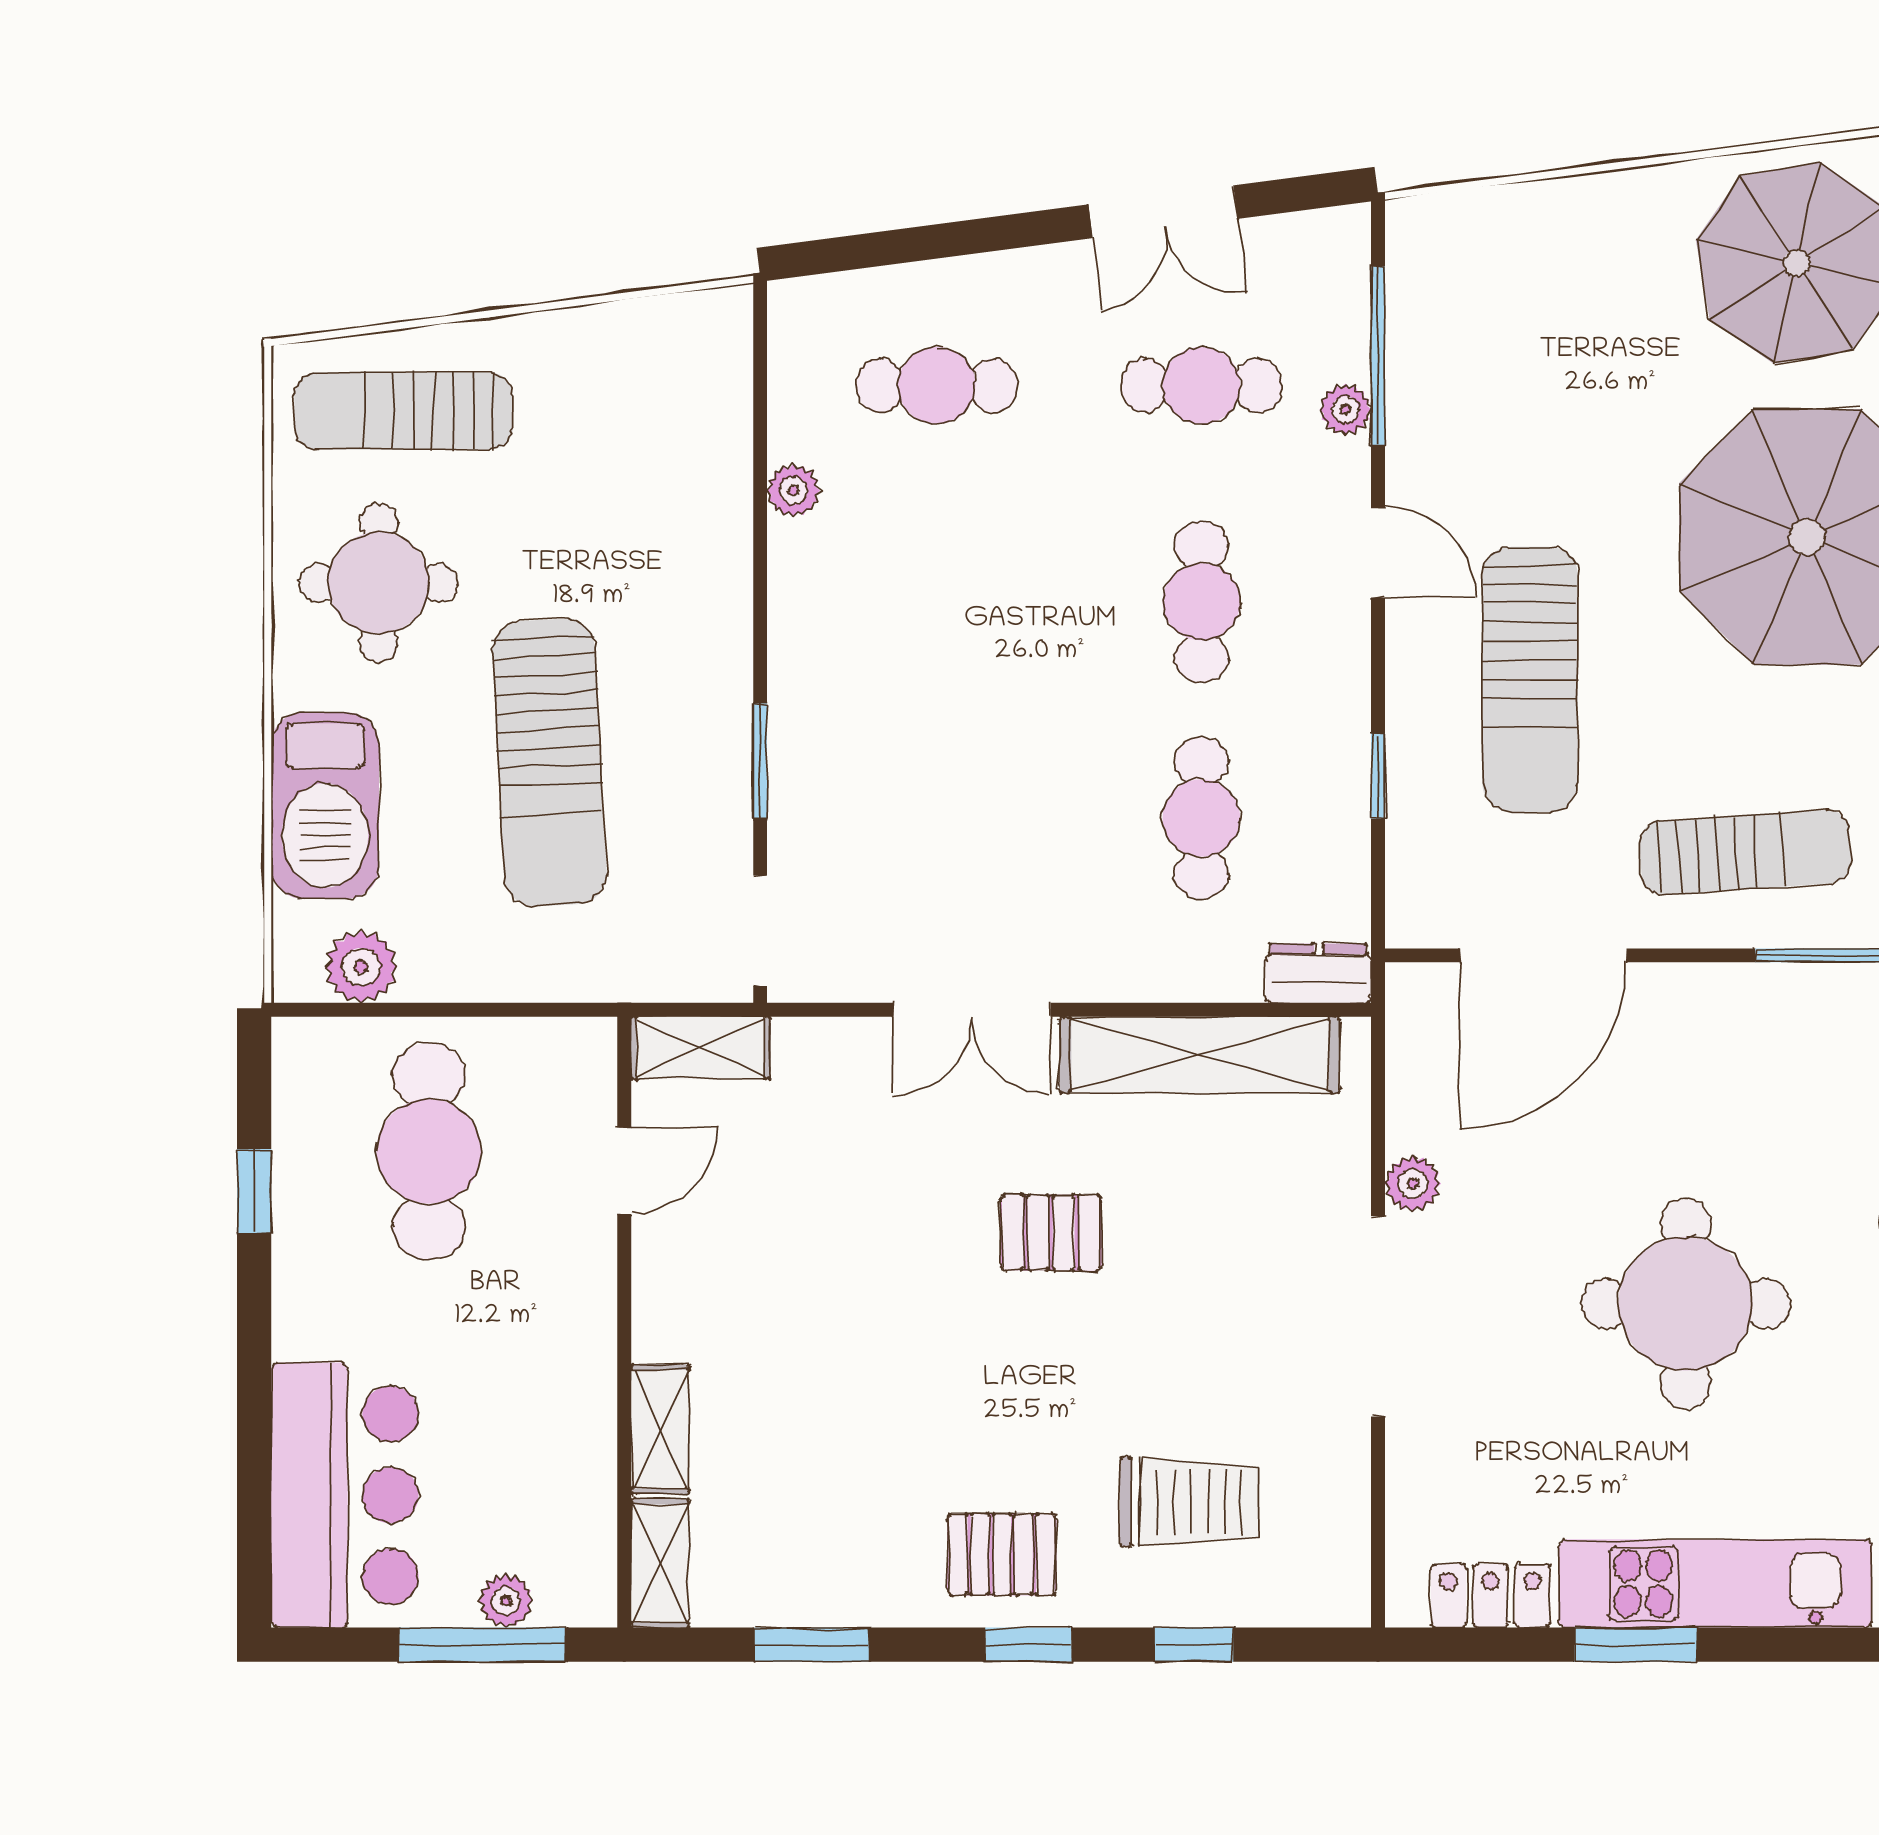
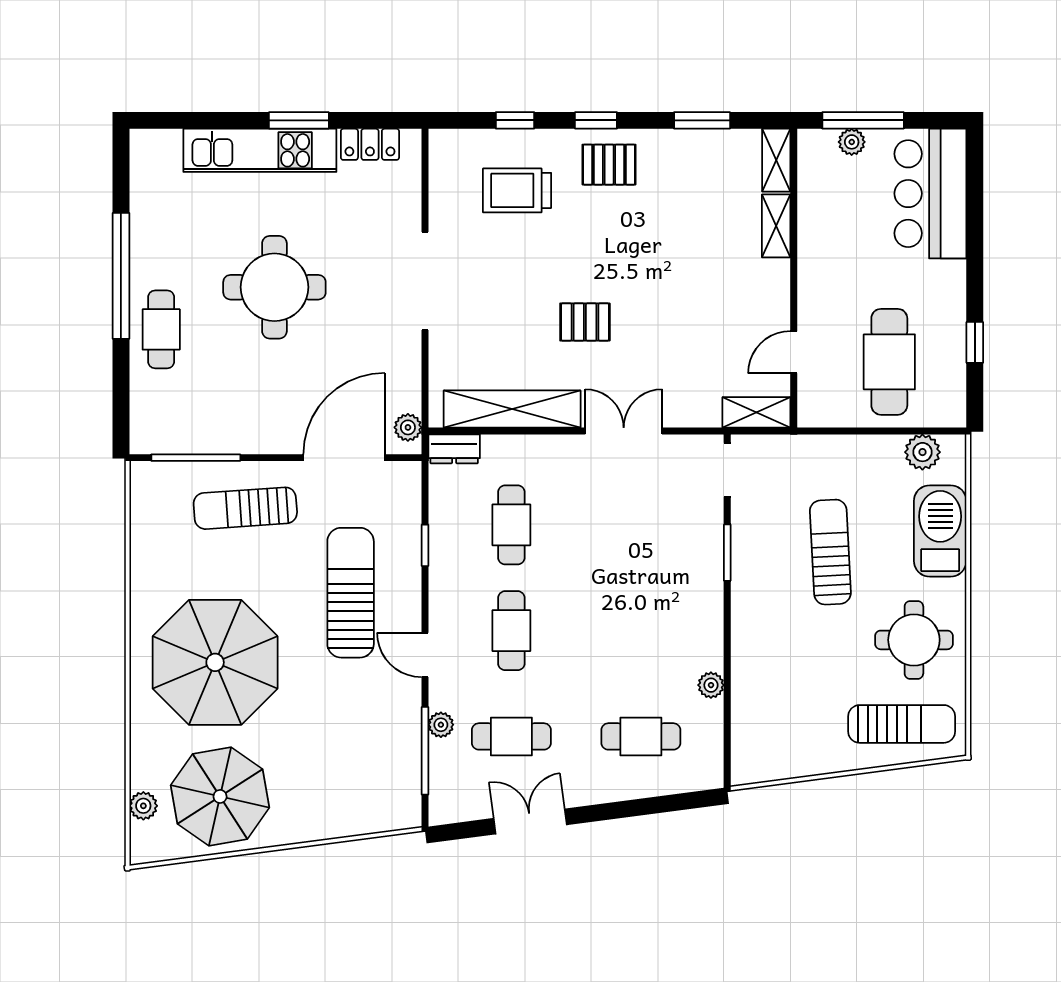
sun lounger: (550, 762) -> (830, 552), width x0.73, depth x0.75
plant: (1413, 1184) -> (408, 427), moved

